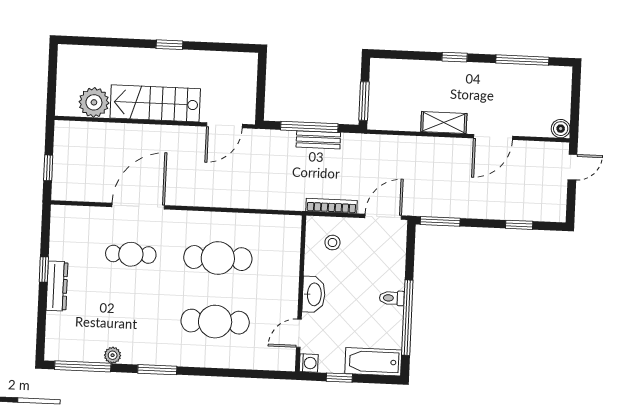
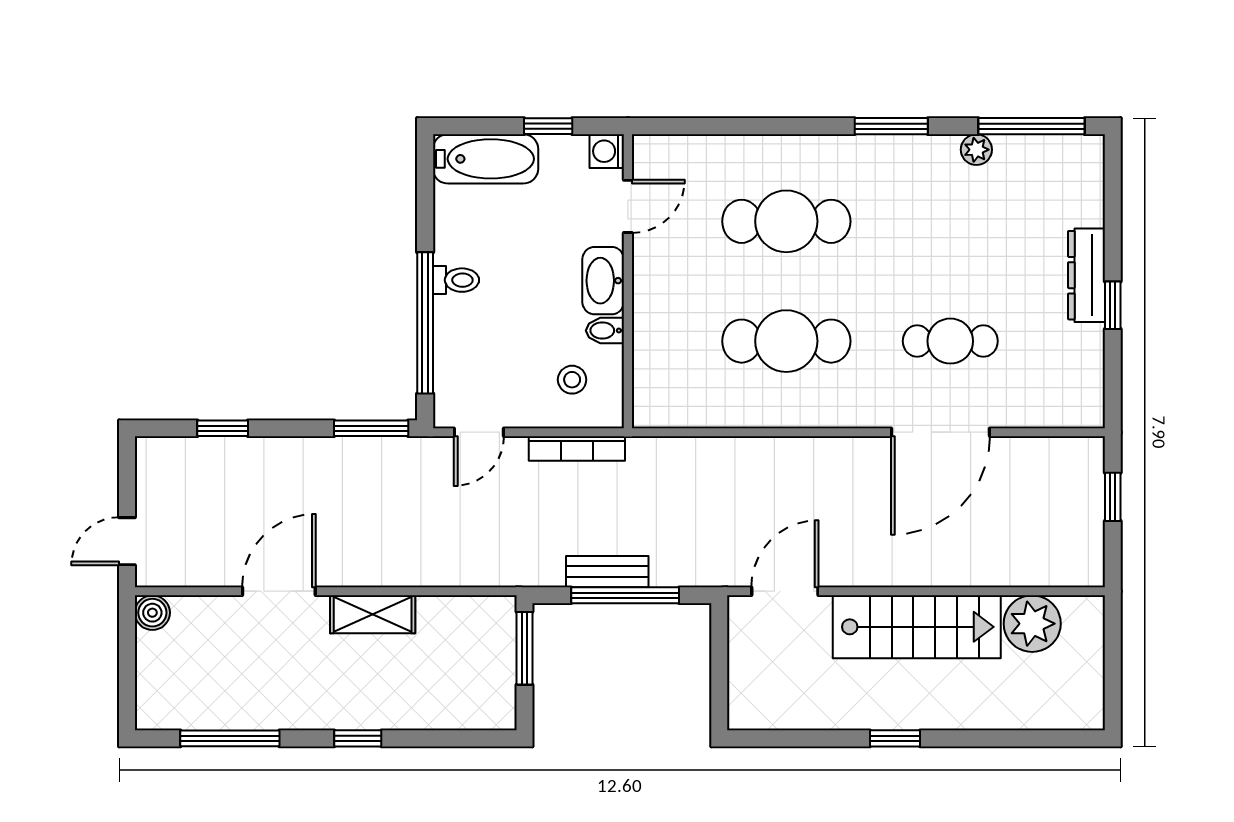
door: (383, 217) -> (479, 432), width x0.73
bidet: (314, 268) -> (605, 331), added
window: (407, 318) -> (425, 323), moved

